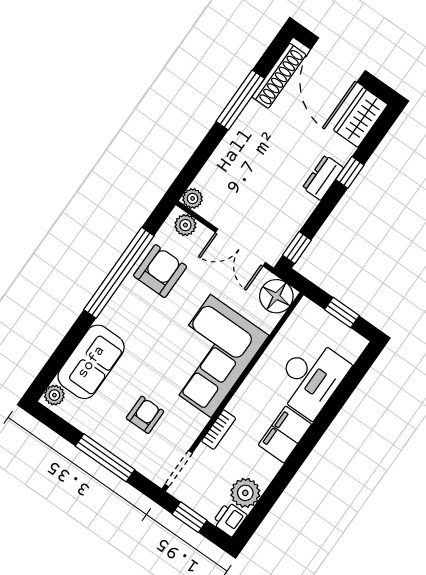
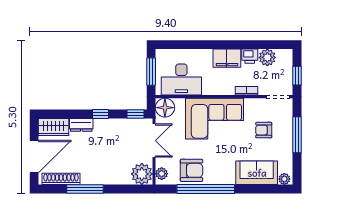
window: (350, 172) -> (100, 114), moved
dresser: (323, 178) -> (81, 125), moved
plant: (193, 198) -> (142, 174), width x1.87, depth x1.87
armchair: (160, 271) -> (191, 170), turned 180
window: (342, 313) -> (151, 72), width x1.50
desk: (311, 378) -> (181, 80), moved, turned 180
printer: (230, 519) -> (250, 56), moved

